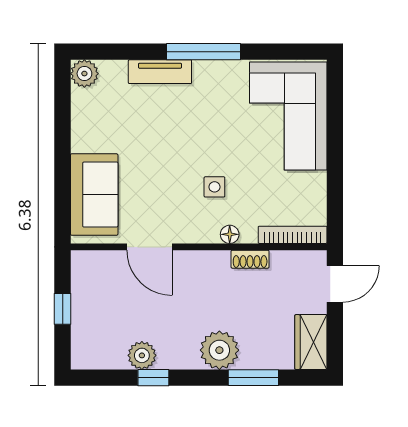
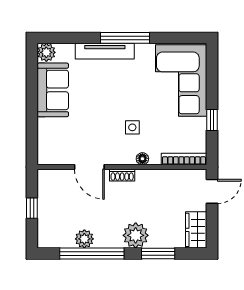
tv unit: (160, 72) -> (105, 51), width x1.41
window: (335, 176) -> (212, 120), added
sofa: (94, 195) -> (53, 90), moved
shoe rack: (250, 259) -> (122, 175), moved
window: (153, 378) -> (92, 253), width x3.17

